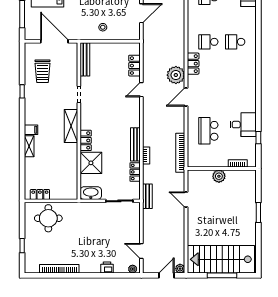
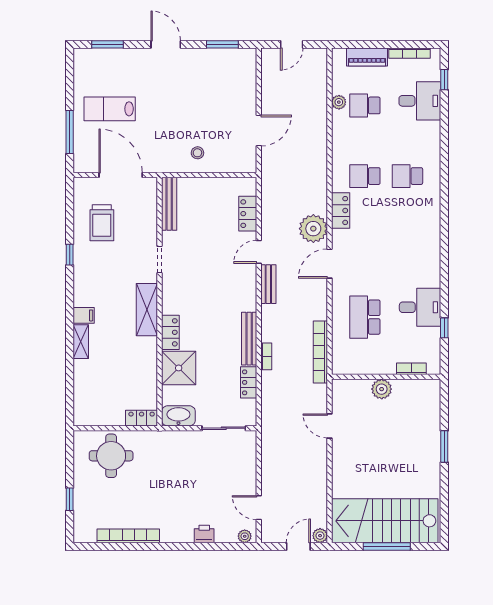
locker: (40, 194) -> (142, 418), moved
bench: (147, 196) -> (268, 284), moved

